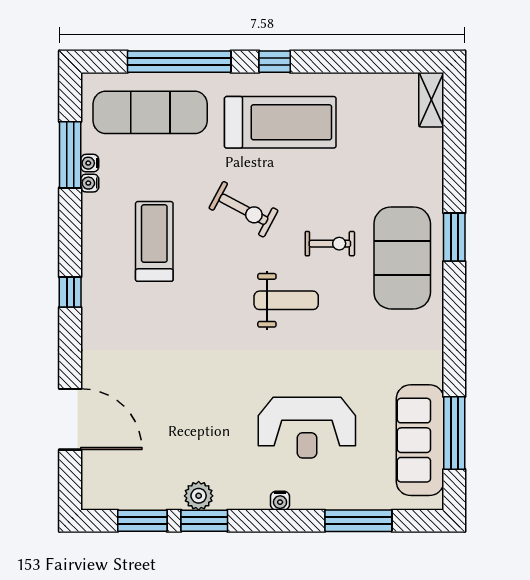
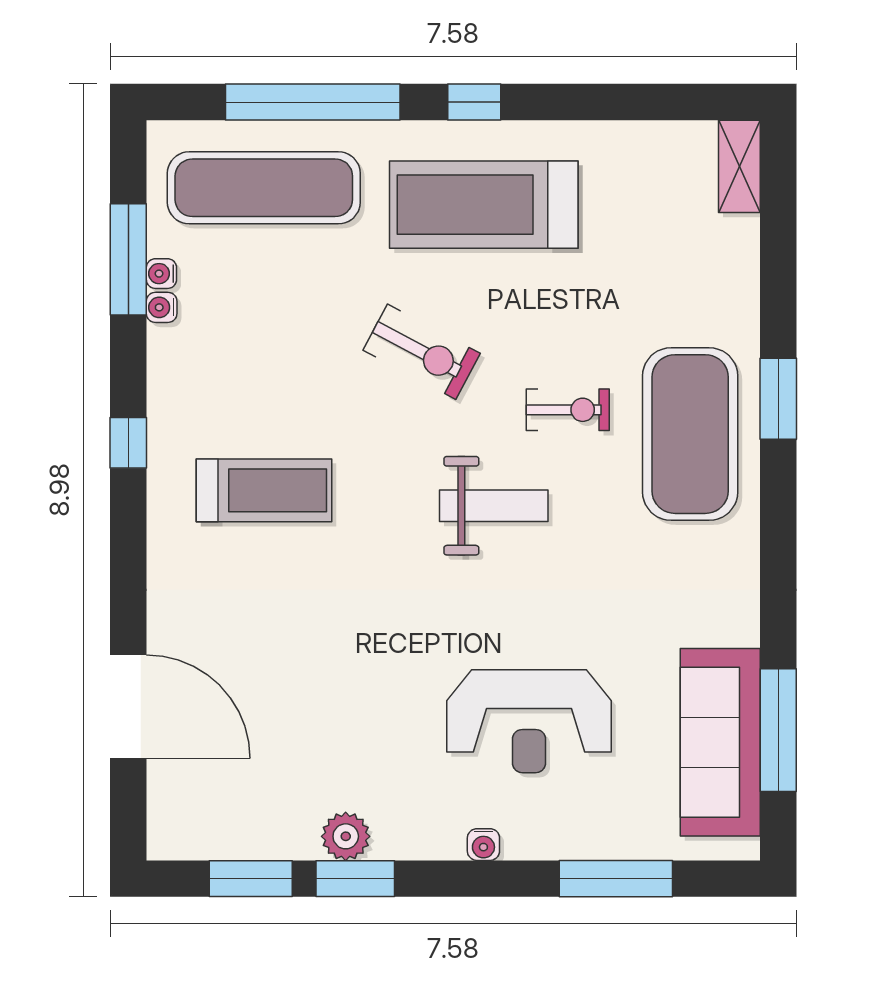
treadmill: (280, 122) -> (484, 205), turned 180
treadmill: (154, 241) -> (264, 490), moved, turned 90
window: (70, 292) -> (128, 443), moved

